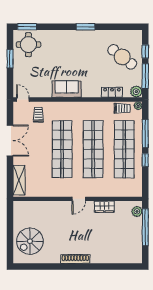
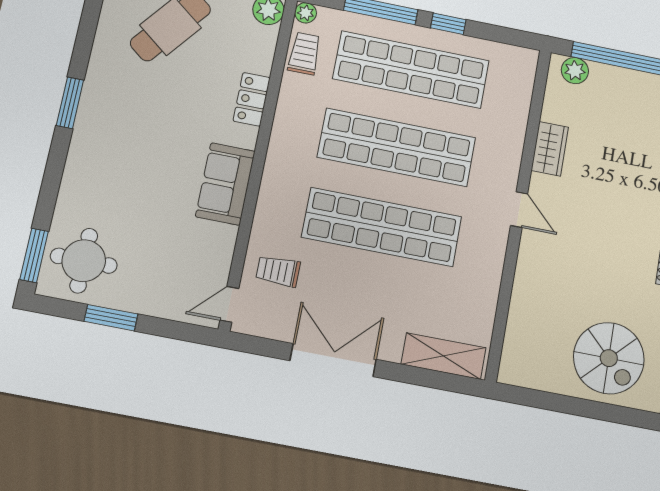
locker: (112, 92) -> (252, 99), moved

